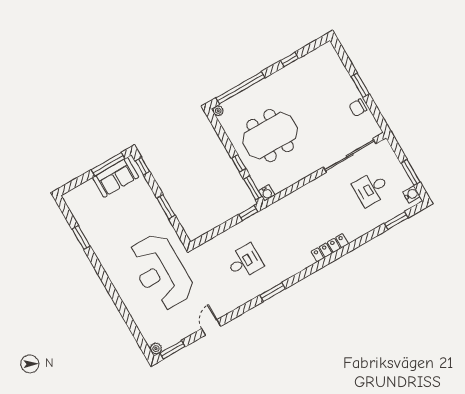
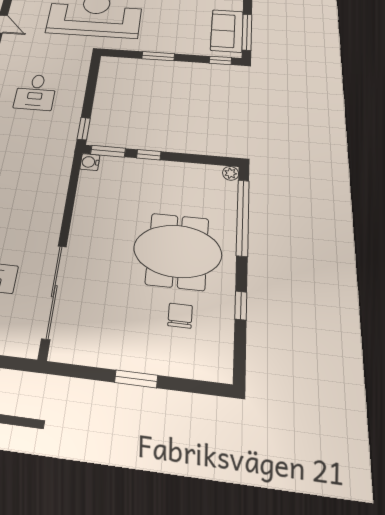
chair: (358, 108) -> (180, 316), moved
meeting table: (270, 136) -> (177, 251), moved, turned 90

